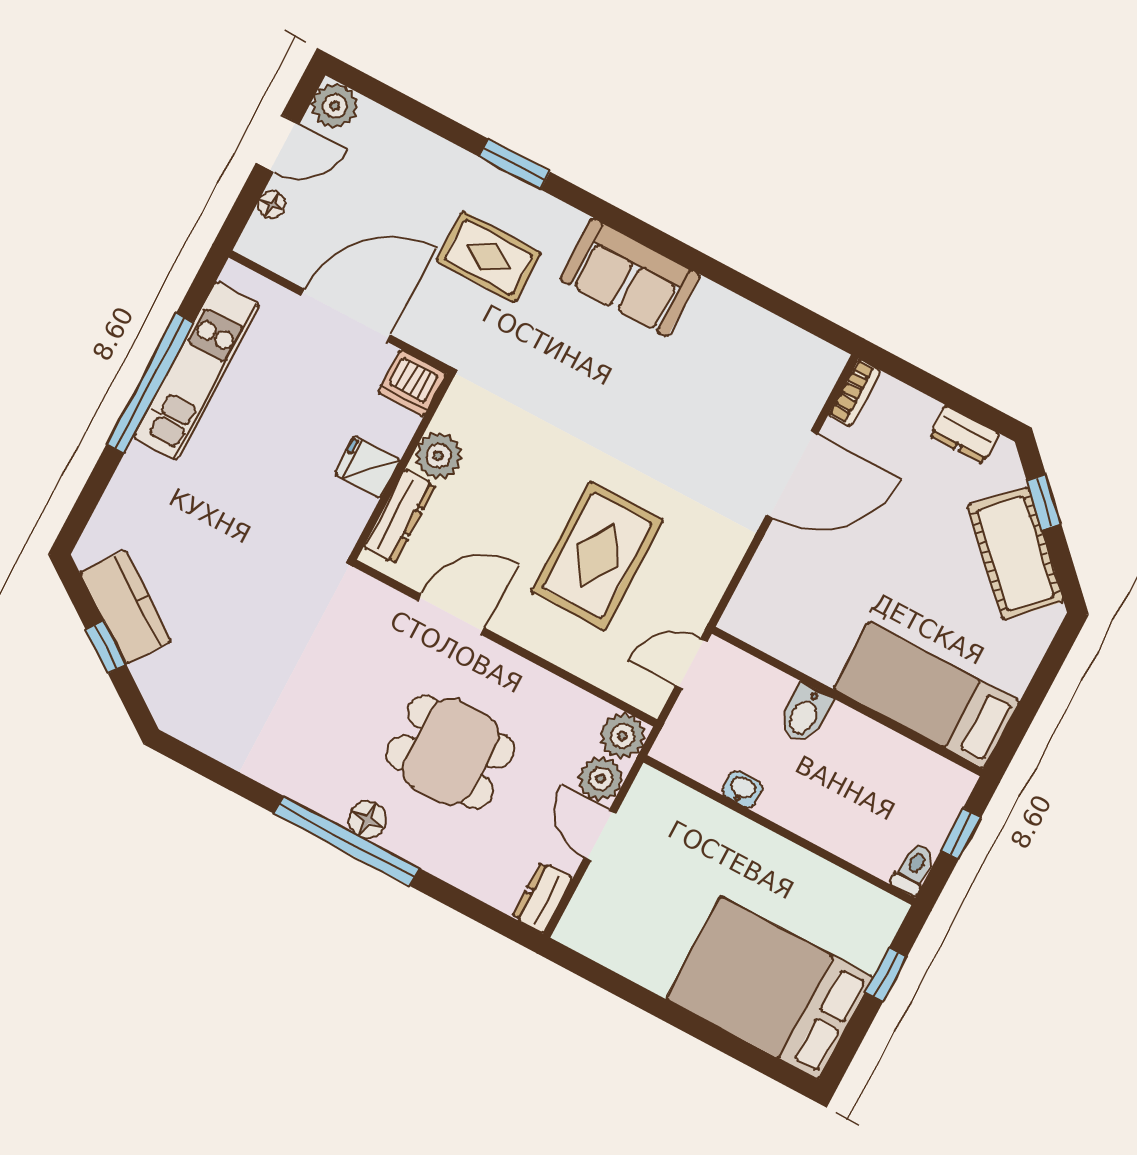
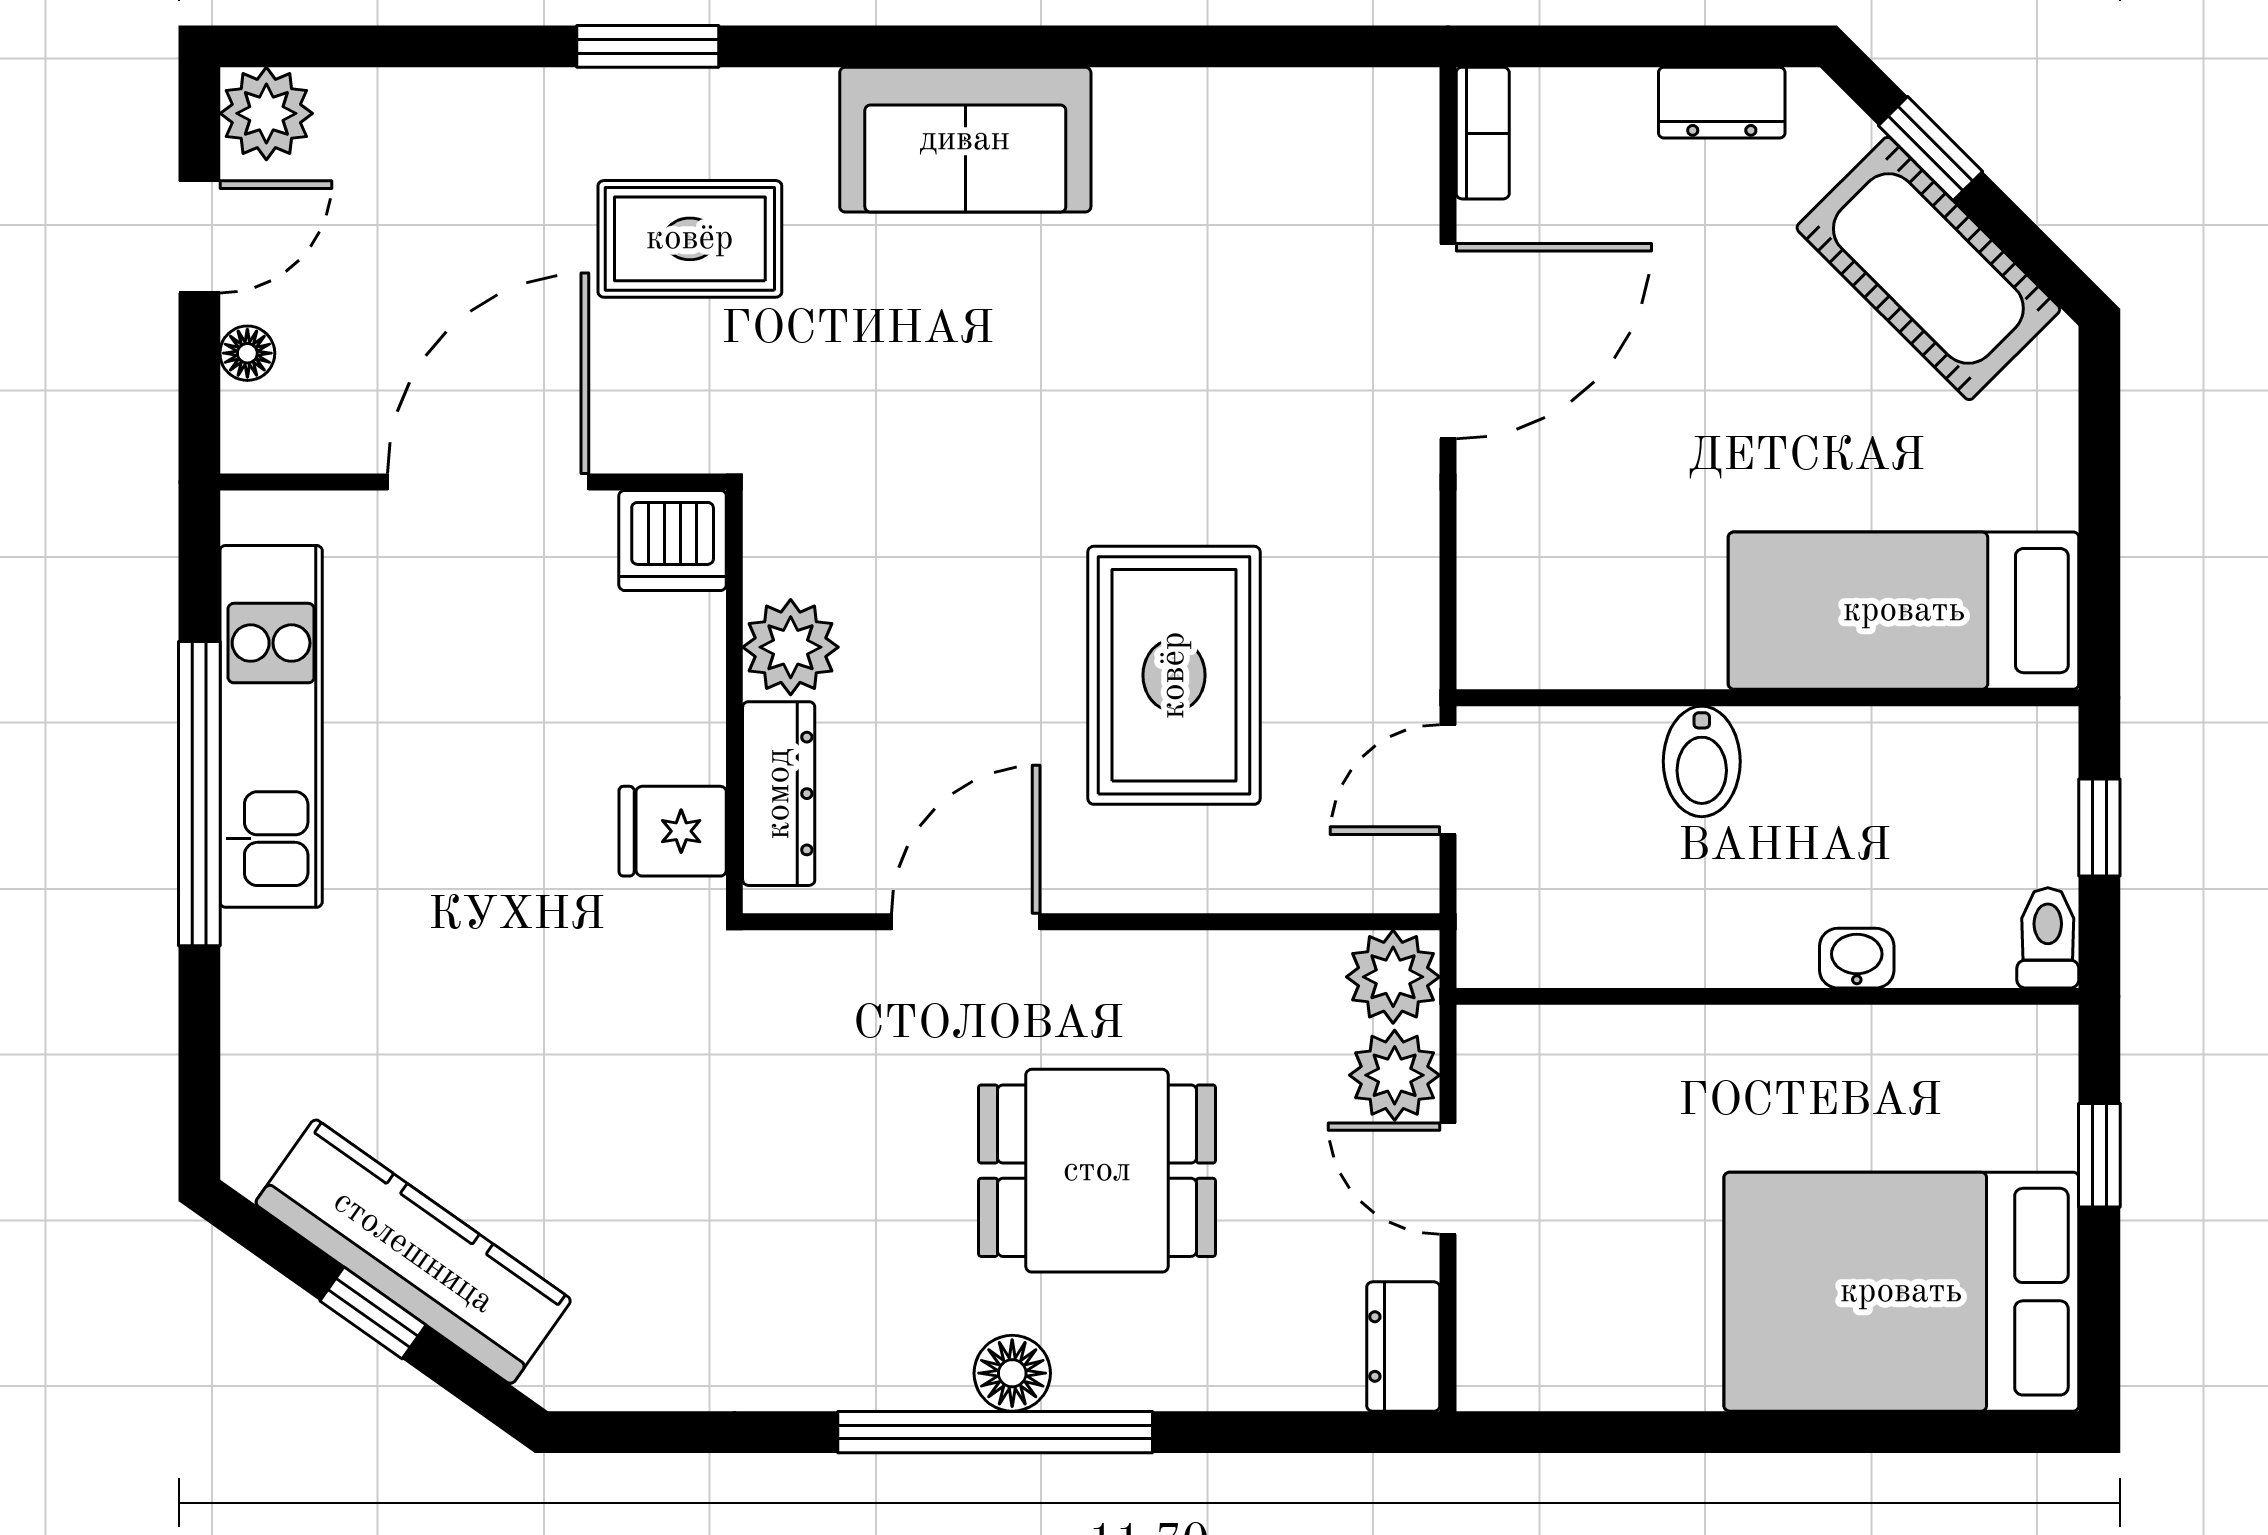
fridge: (367, 467) -> (673, 831), moved
kitchen counter: (126, 607) -> (413, 1252), width x1.50
washbasin: (742, 789) -> (1857, 958), moved

